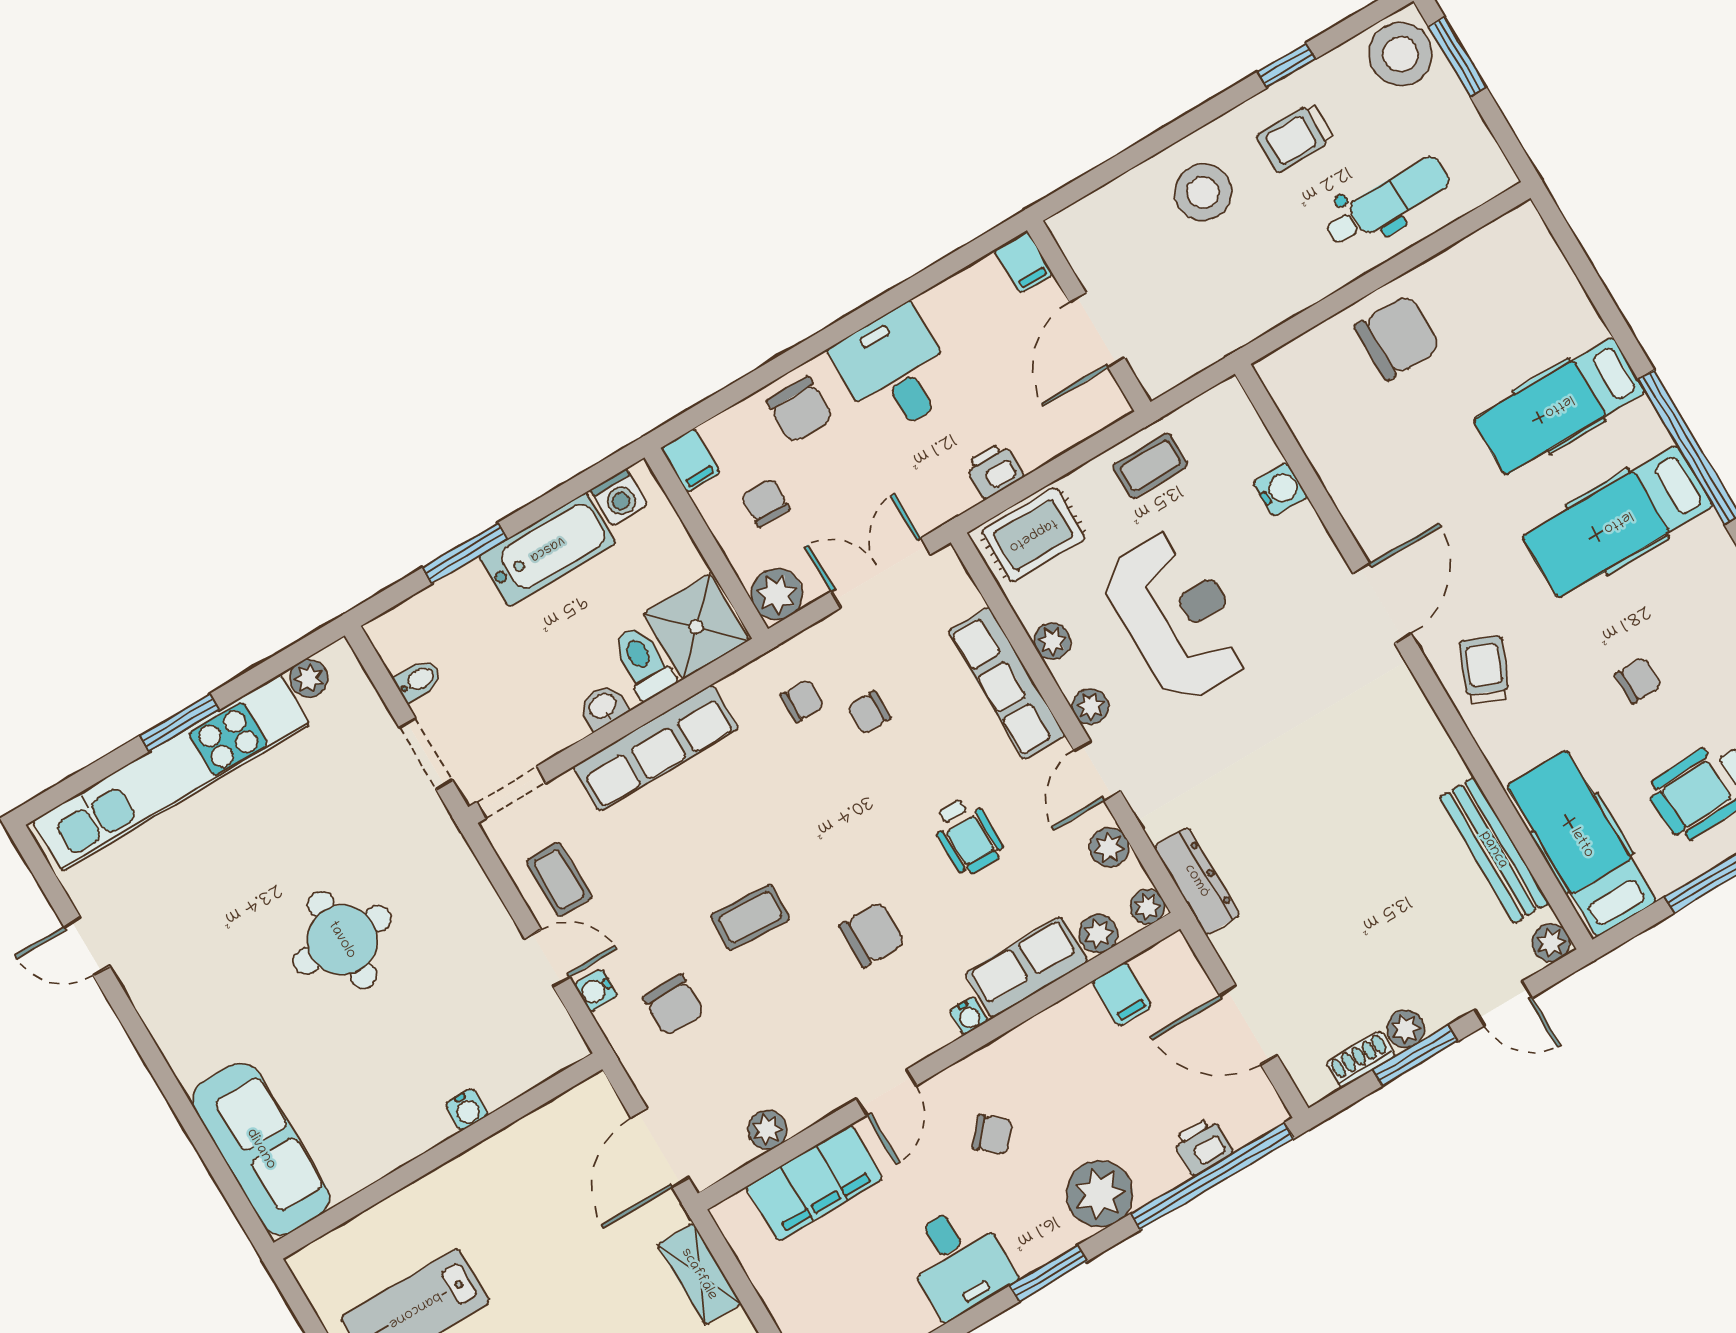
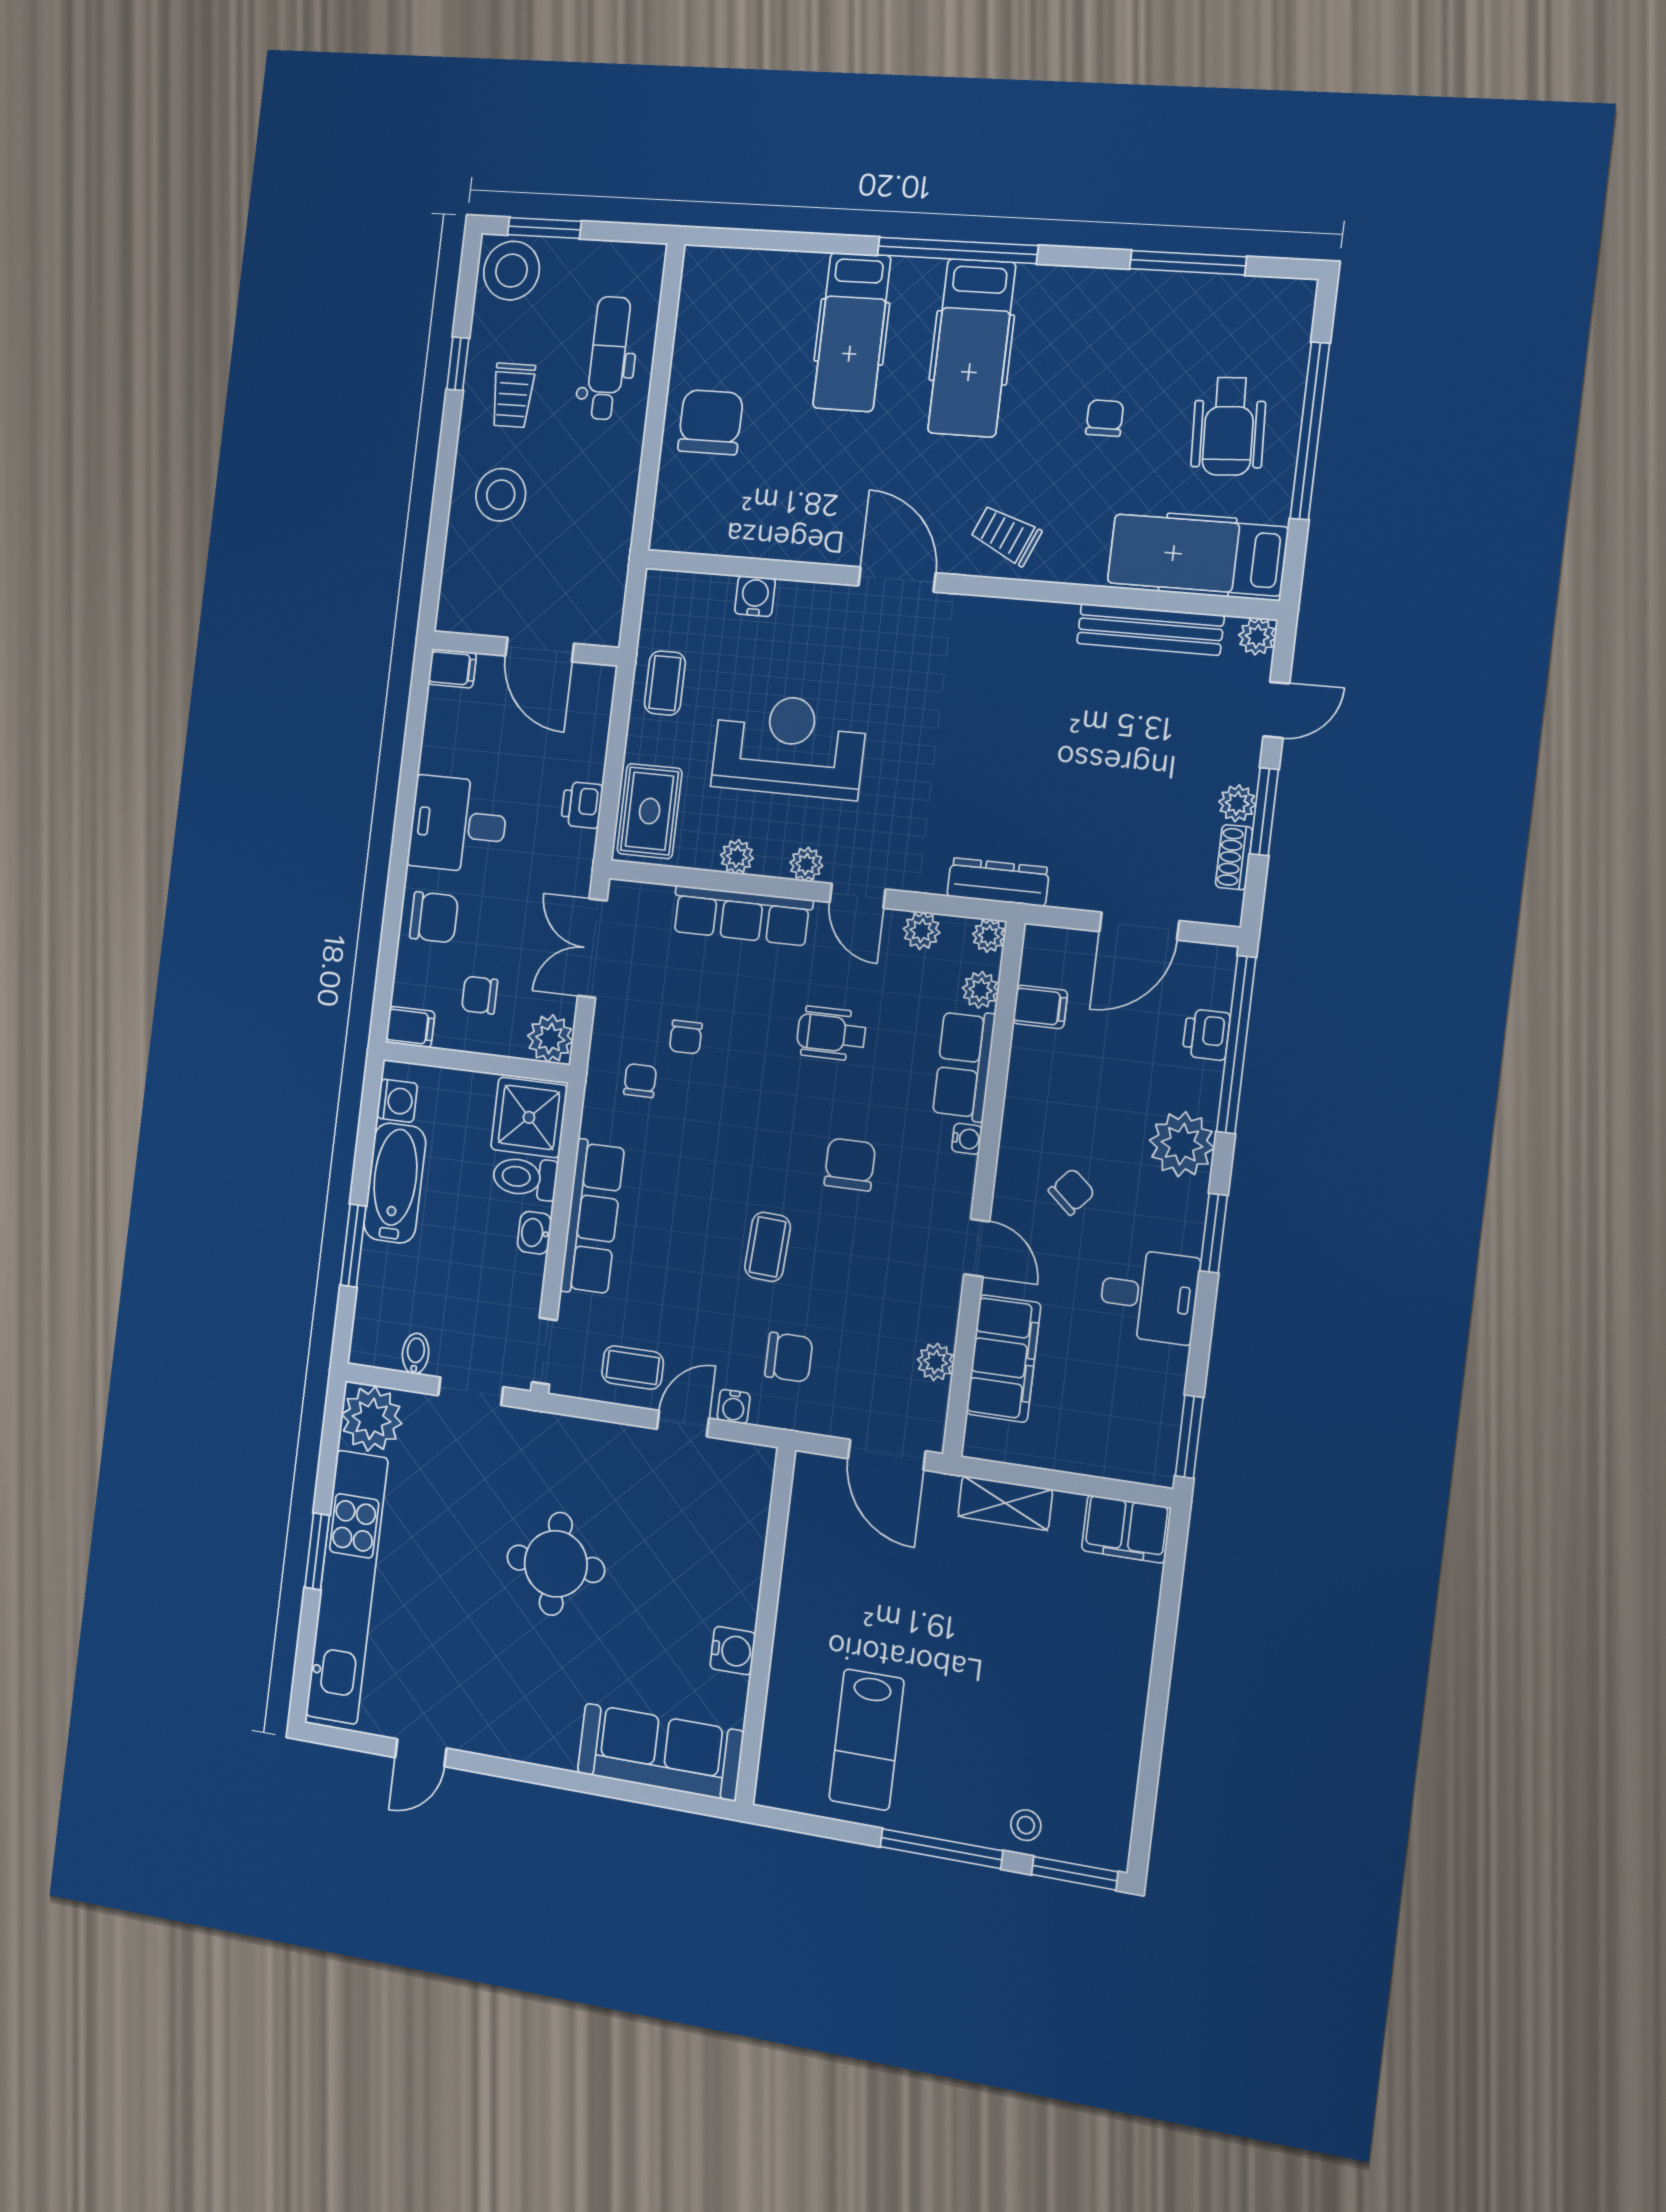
plant: (309, 678) -> (372, 1419), width x1.87, depth x1.87
wheelchair: (967, 836) -> (831, 1034), turned 180
water cooler: (467, 1109) -> (733, 1651), moved, width x1.38, depth x1.38

